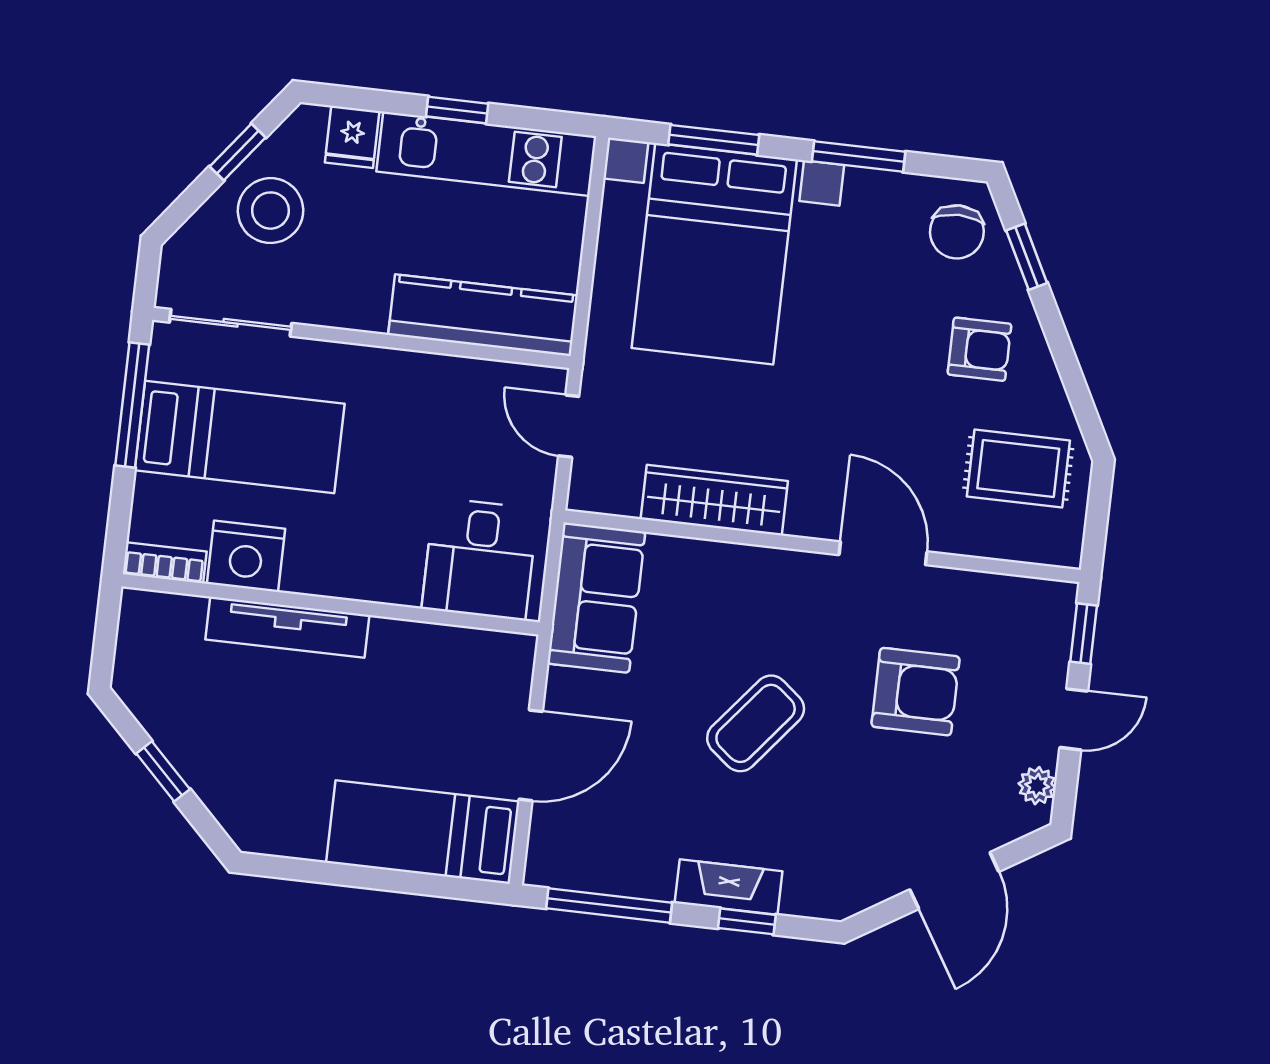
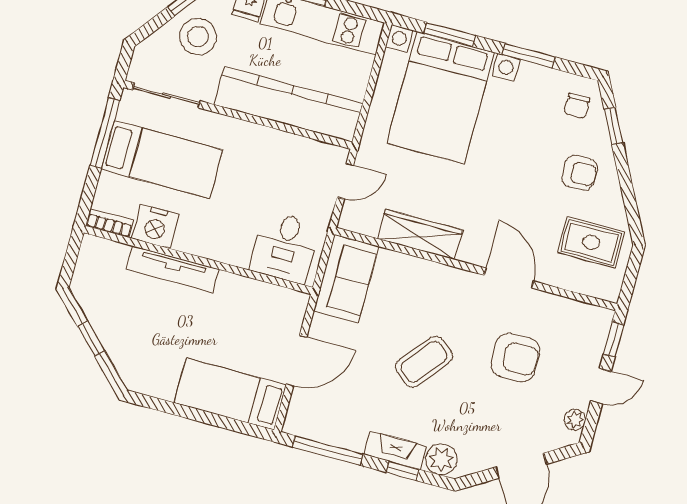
chair: (957, 232) -> (577, 106), width x0.73, depth x0.73
kitchen counter: (483, 315) -> (288, 104), width x1.39, depth x1.17
door: (569, 426) -> (345, 181), swing flipped
plant: (812, 891) -> (441, 459), added

